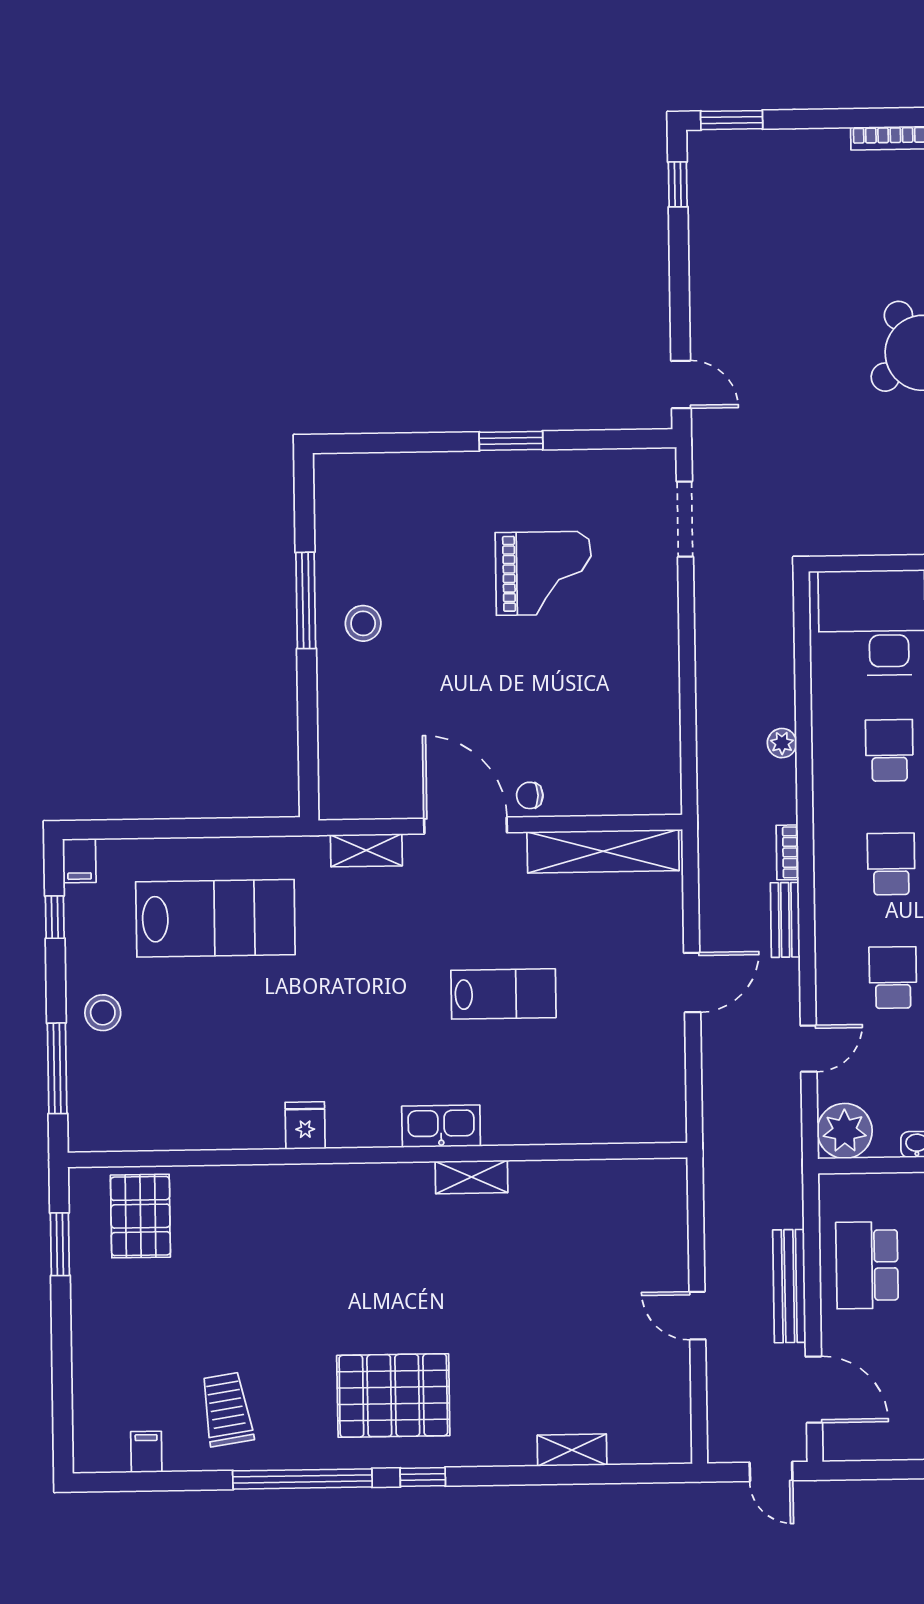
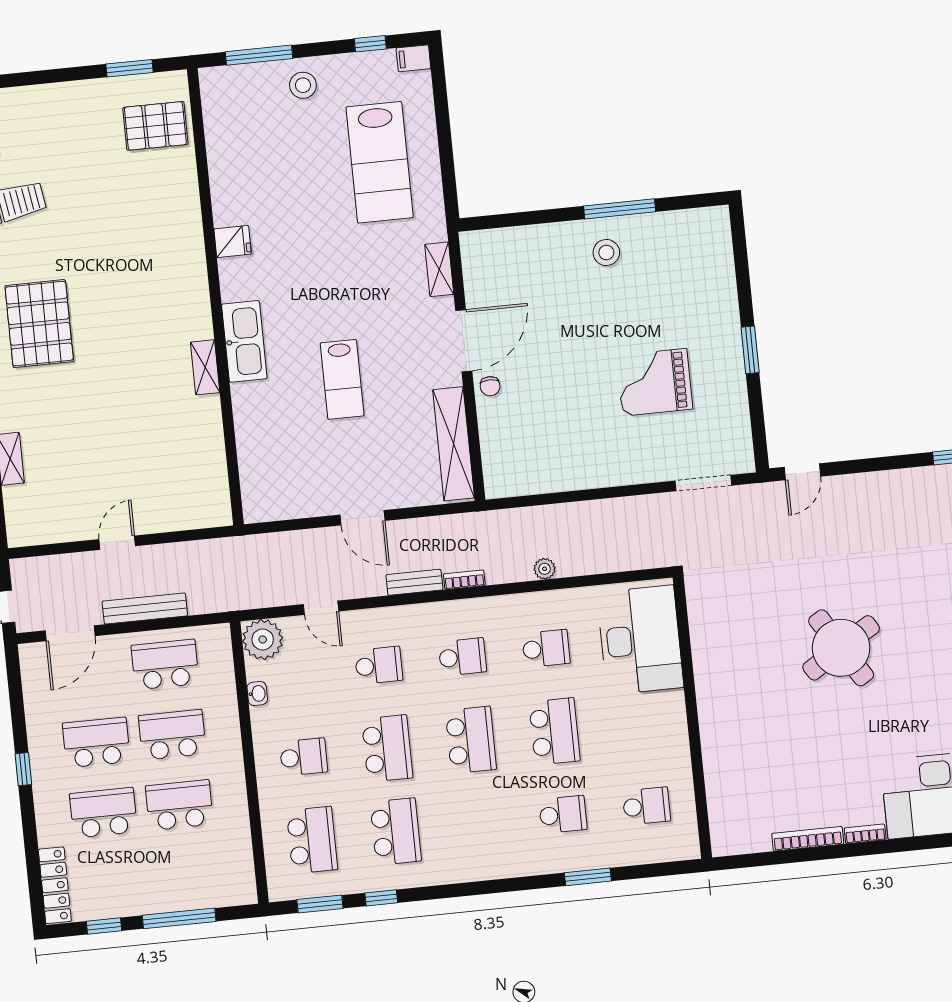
grand piano: (543, 573) -> (655, 382), turned 90
chair: (530, 795) -> (490, 386), turned 180
kitchen sink: (441, 1126) -> (244, 341), width x1.36, depth x1.24

